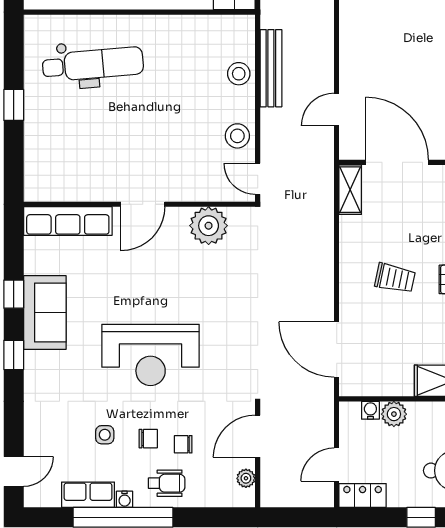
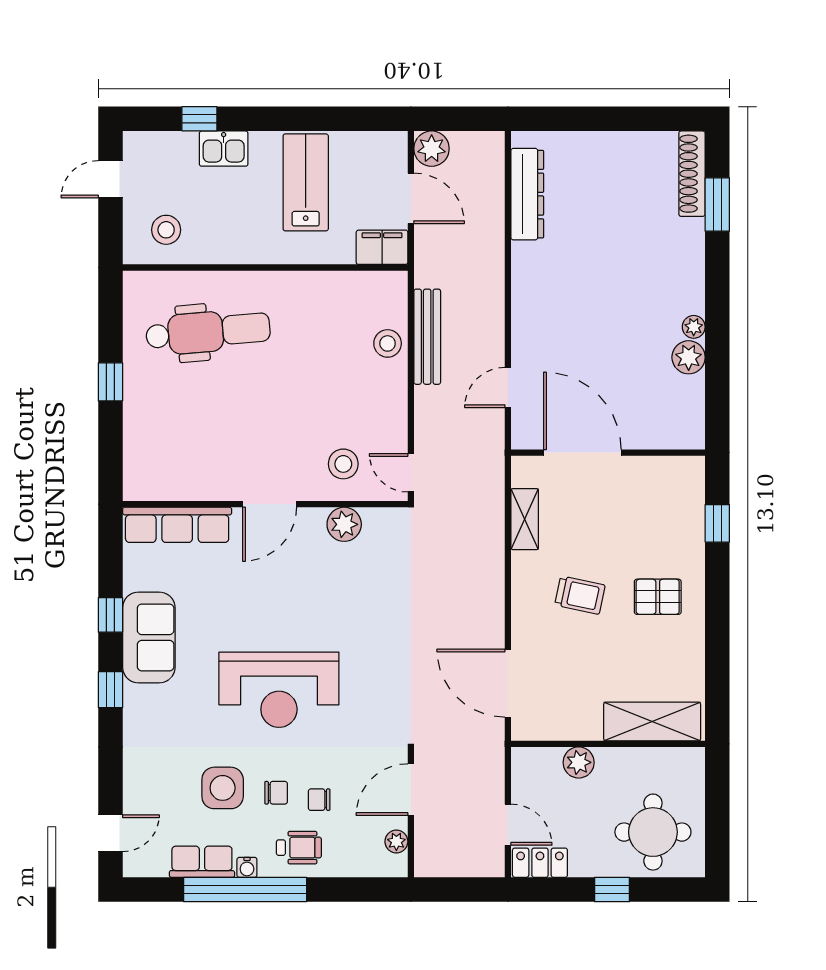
stool: (237, 136) -> (343, 464), moved
shelving: (350, 190) -> (525, 519), moved
plant: (209, 226) -> (344, 524), width x0.73, depth x0.73
water cooler: (370, 410) -> (550, 758), removed
side table: (105, 435) -> (223, 788), width x1.87, depth x1.87
door: (337, 465) -> (508, 825), swing flipped

